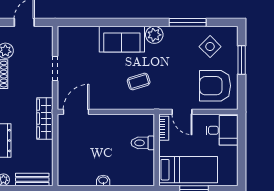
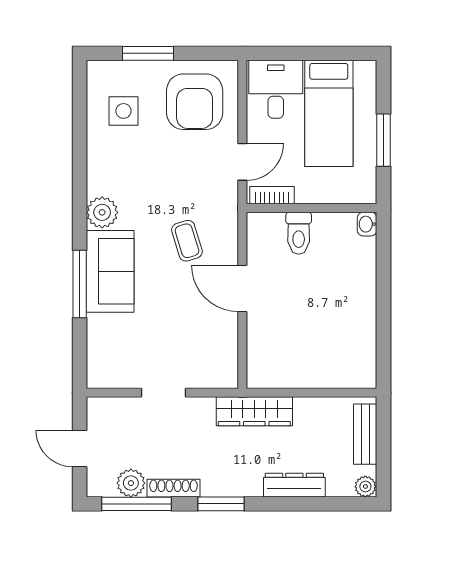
window: (188, 22) -> (80, 284), moved
side table: (210, 47) -> (123, 111), turned 45
door: (76, 112) -> (242, 288), moved
bed: (188, 170) -> (329, 113), moved, turned 180
washbasin: (103, 181) -> (367, 224), moved

